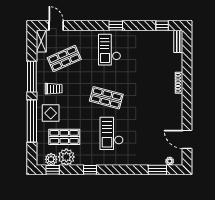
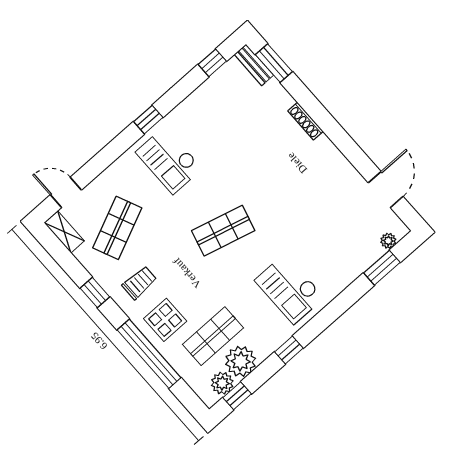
window: (187, 48) -> (274, 63), added
window: (32, 77) -> (95, 293), width x0.46
checkout: (112, 133) -> (290, 289), moved
door: (187, 139) -> (386, 190), swing flipped

